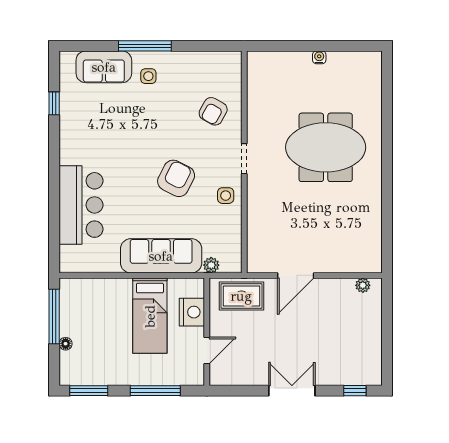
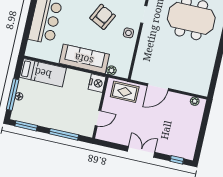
nightstand: (192, 312) -> (97, 83), moved
bed: (150, 316) -> (43, 73), moved, turned -90
window: (54, 317) -> (13, 94), moved

